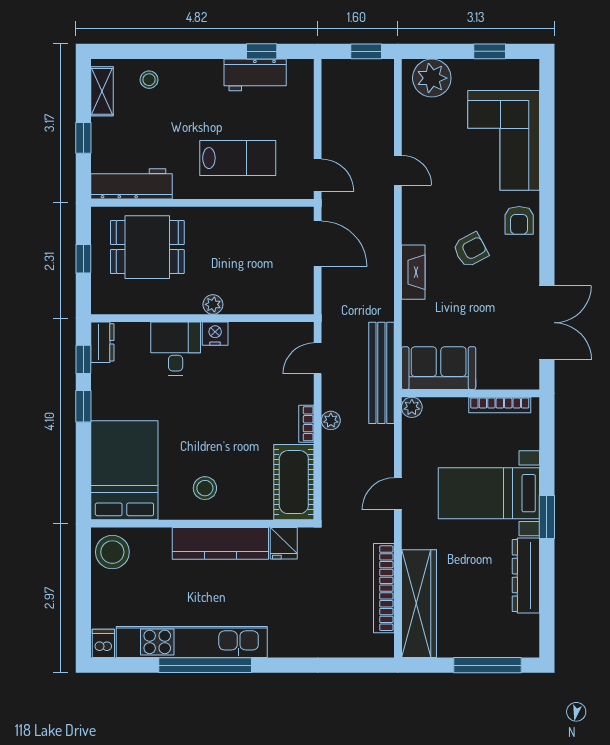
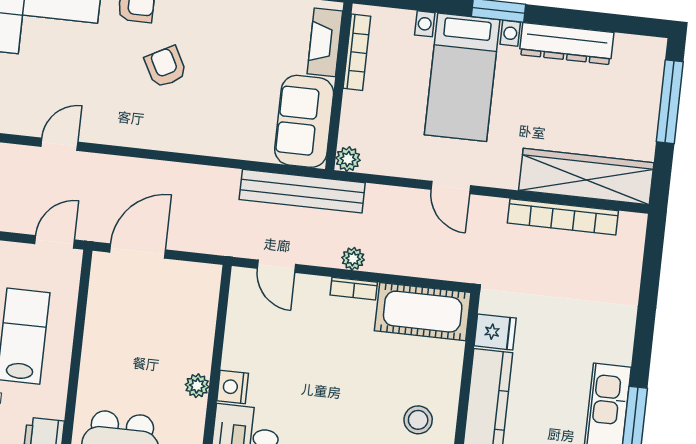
fireplace: (413, 272) -> (325, 42), moved, turned -90

